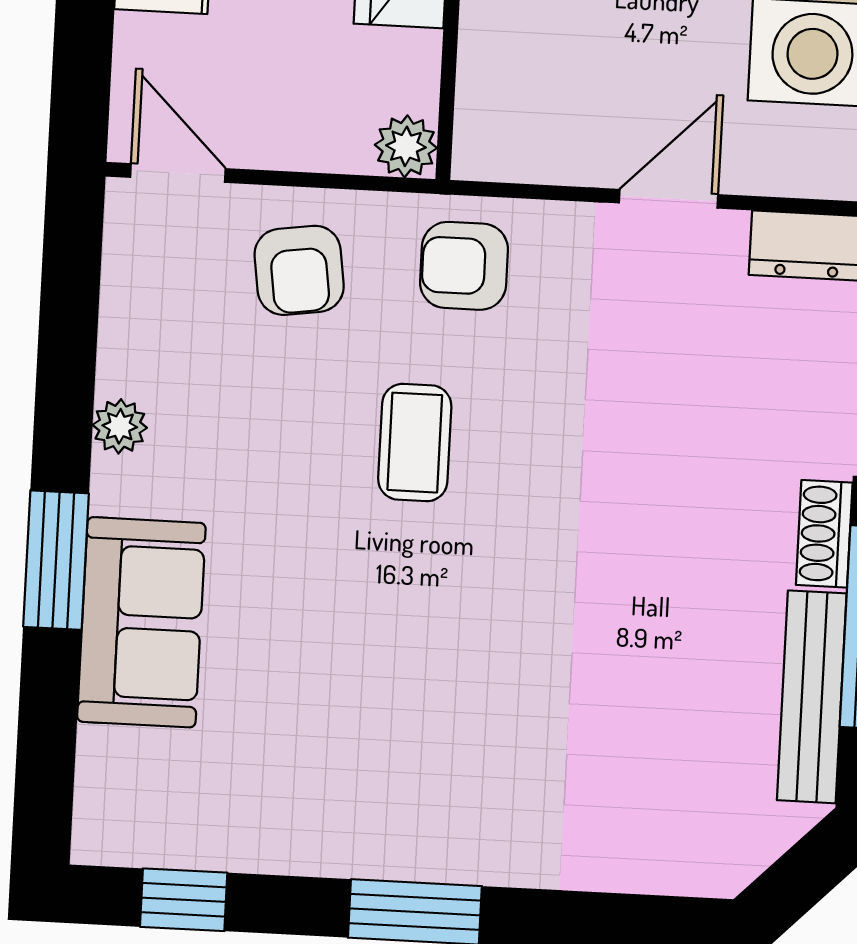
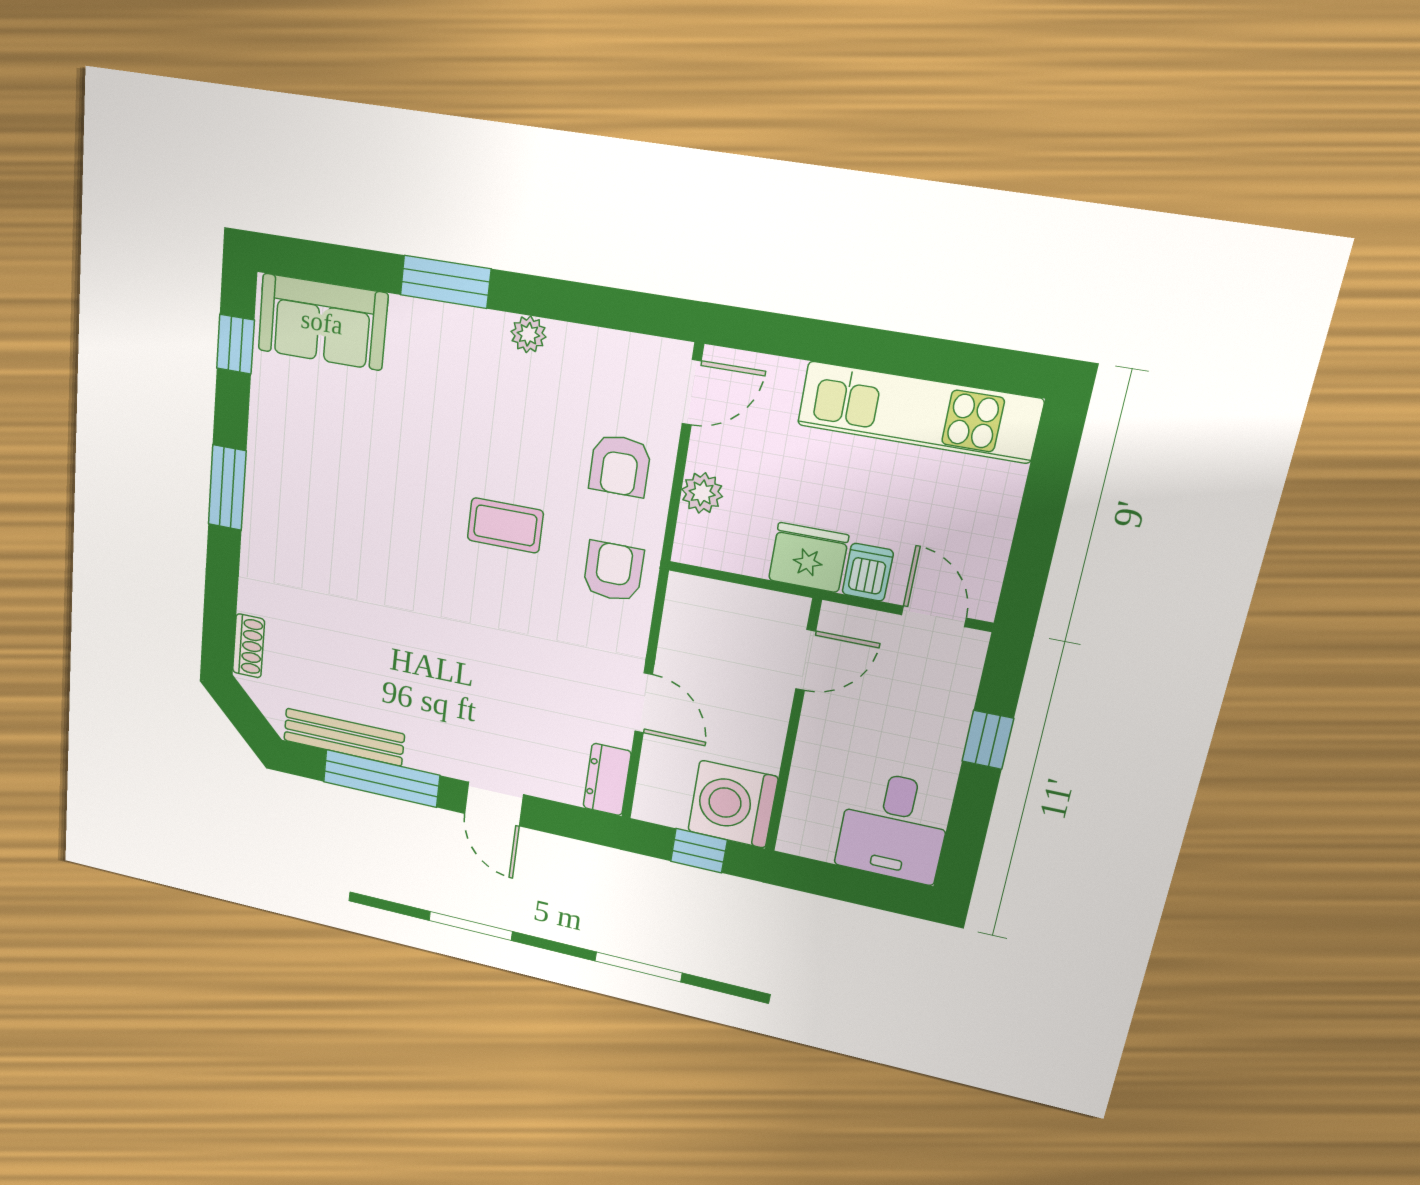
plant: (406, 146) -> (702, 493), moved
armchair: (299, 270) -> (620, 466), turned -82
shoe rack: (824, 534) -> (249, 646), moved, turned 90
sofa: (141, 622) -> (322, 322), moved

